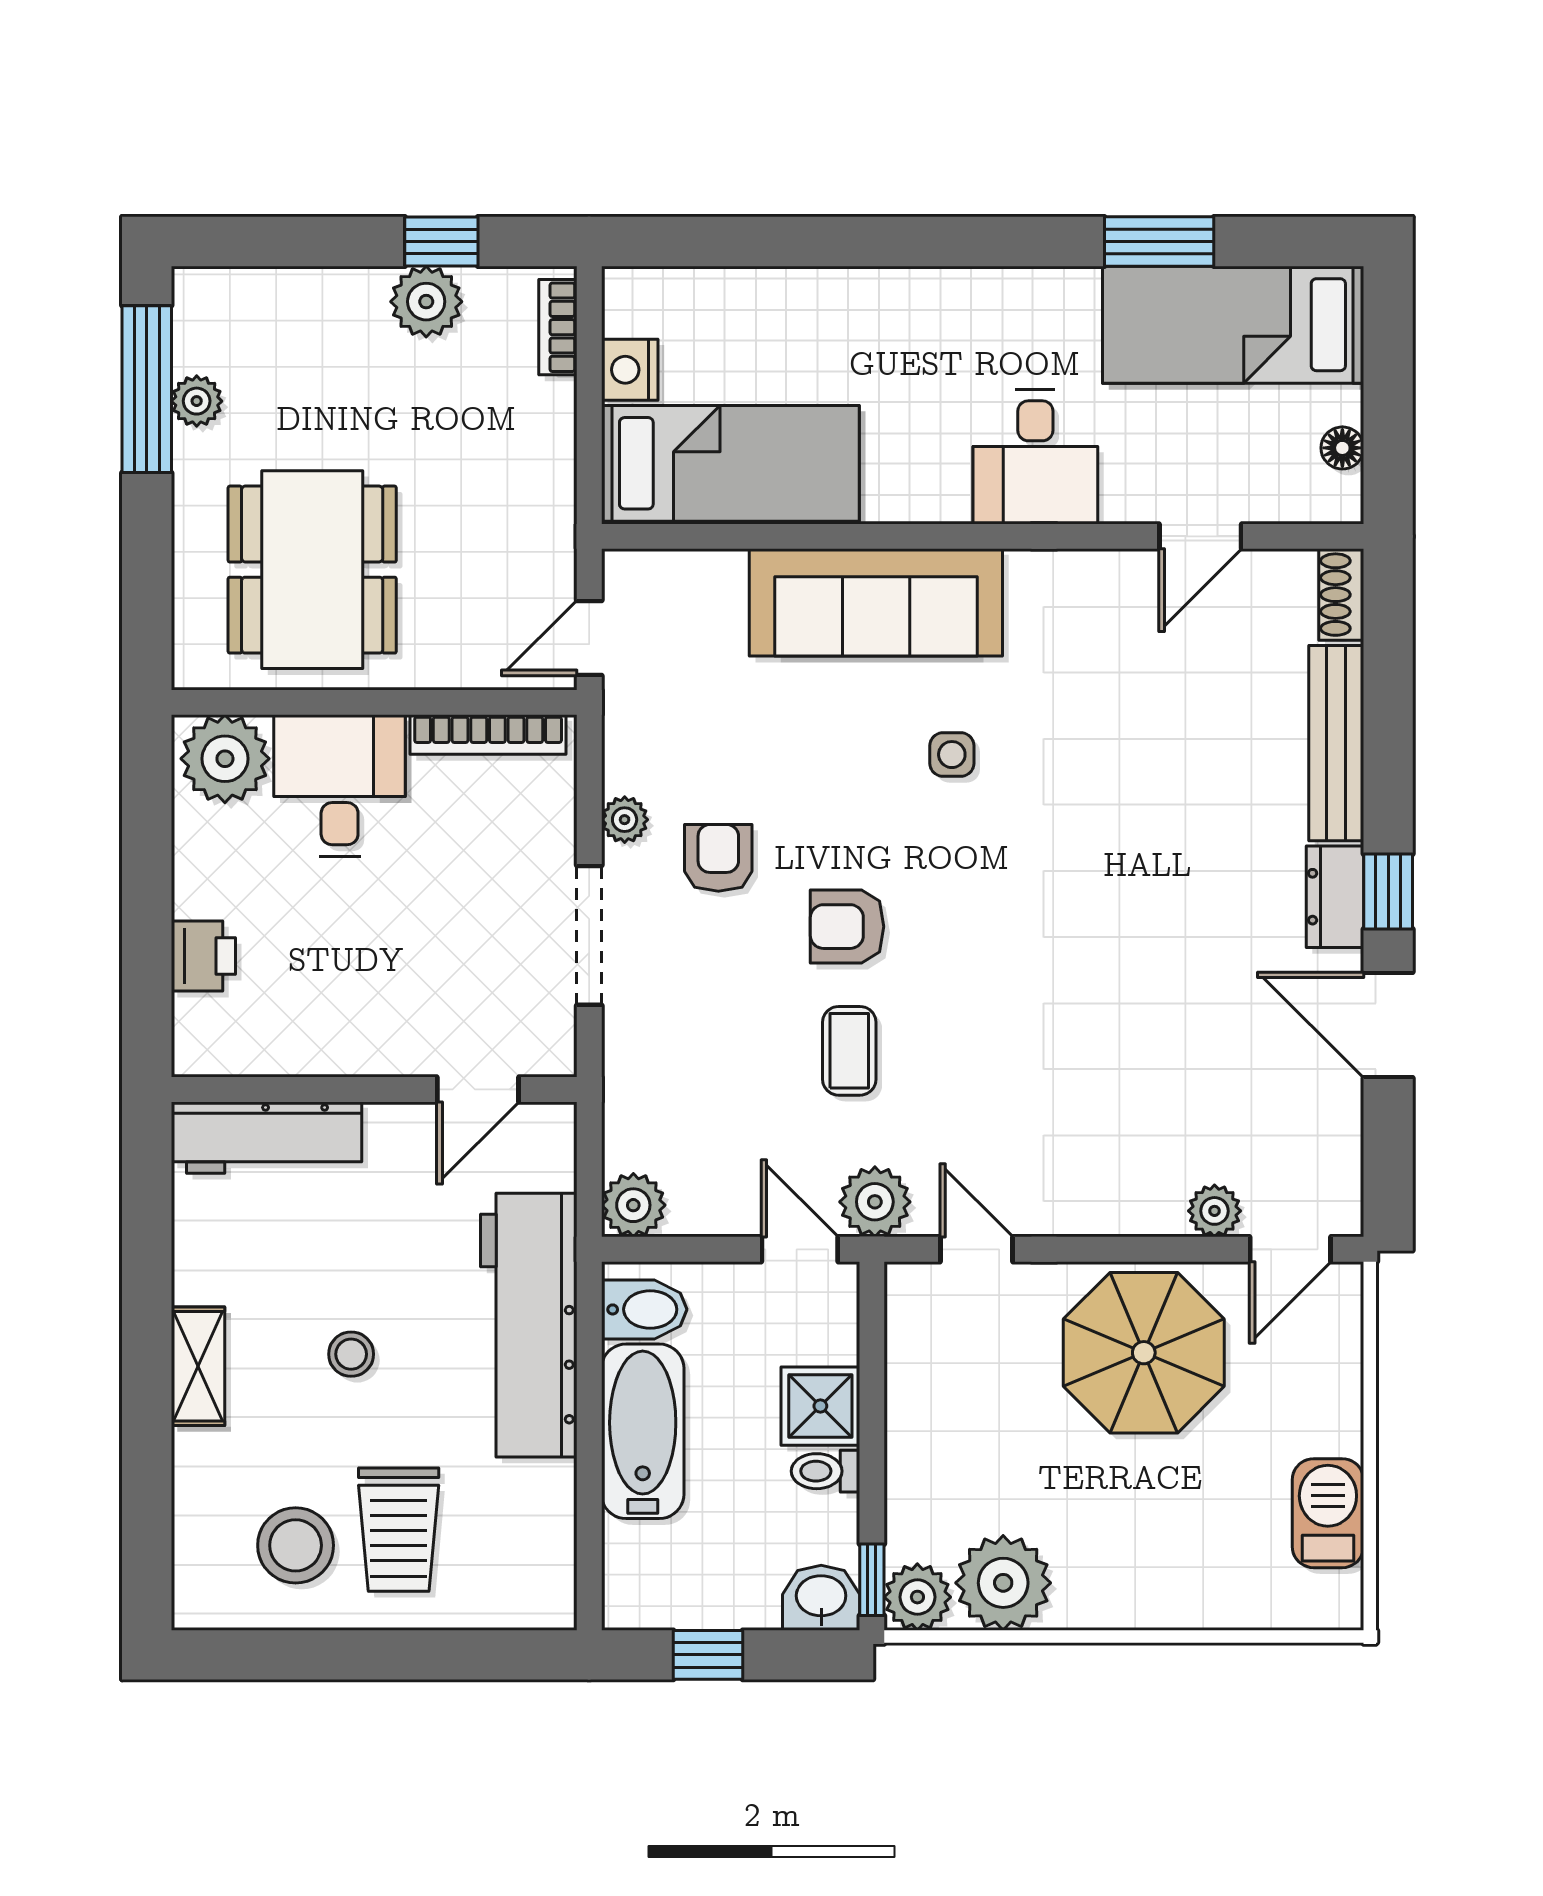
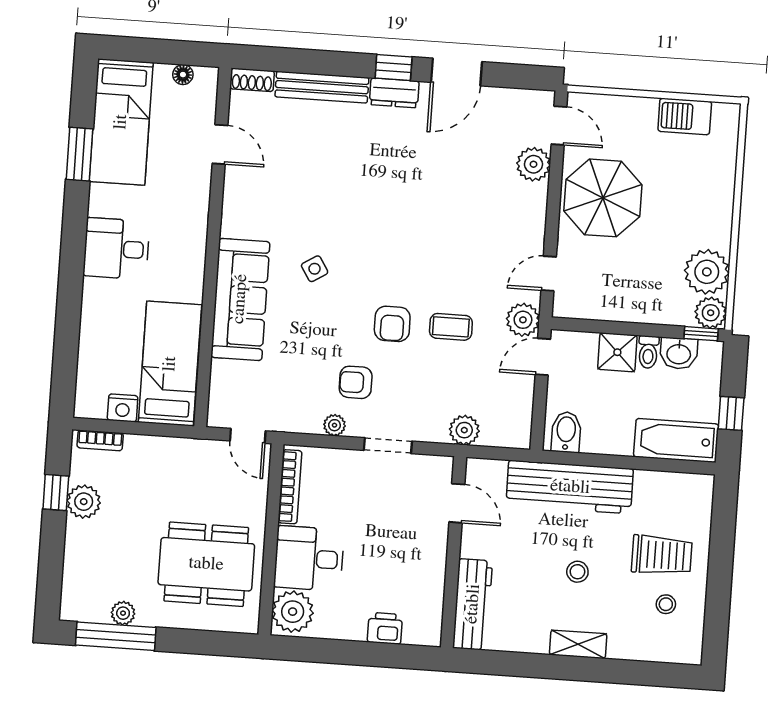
desk: (1035, 457) -> (116, 249), moved, turned 180
side table: (952, 755) -> (315, 269), turned -32
doorway: (589, 935) -> (388, 446), width x0.73
plant: (633, 1205) -> (464, 430), moved
plant: (1214, 1211) -> (533, 164), width x1.38, depth x1.38
bathtub: (643, 1431) -> (676, 440), moved
stool: (296, 1545) -> (666, 604), width x0.53, depth x0.53
washbasin: (821, 1598) -> (679, 353), moved, turned -90

